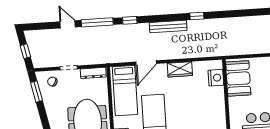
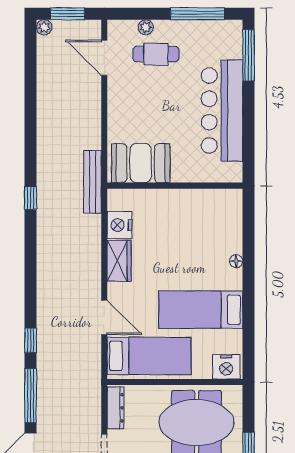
window: (197, 16) -> (31, 198), moved
bench: (168, 27) -> (92, 182), moved
nightstand: (216, 78) -> (119, 225), moved, turned -90

